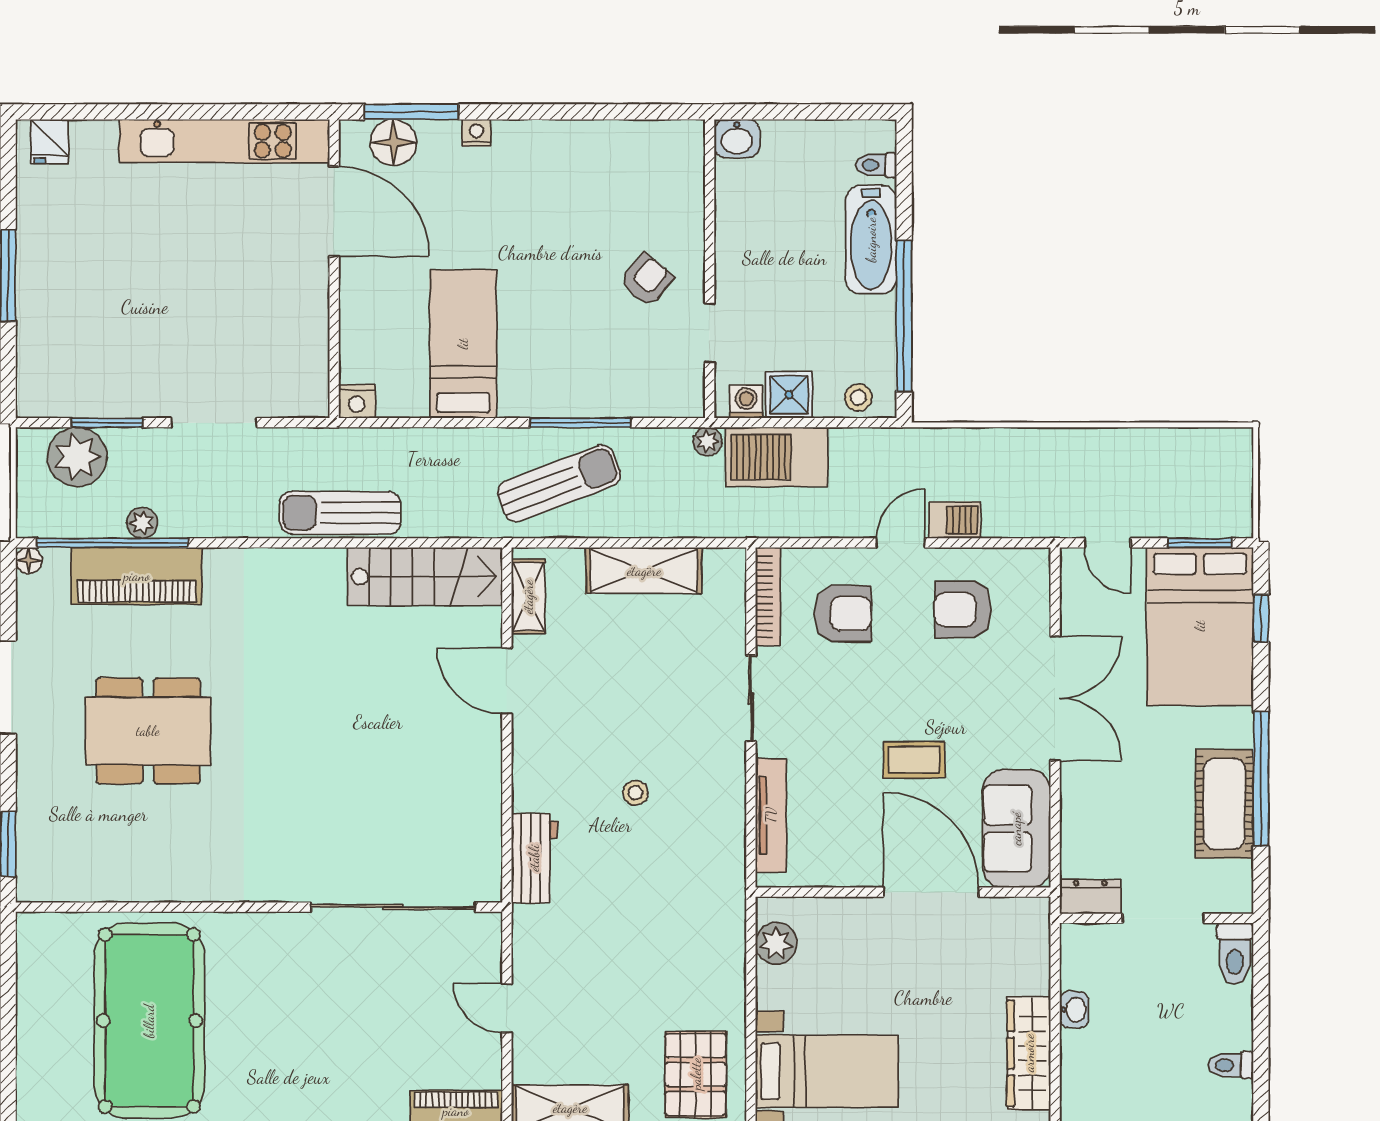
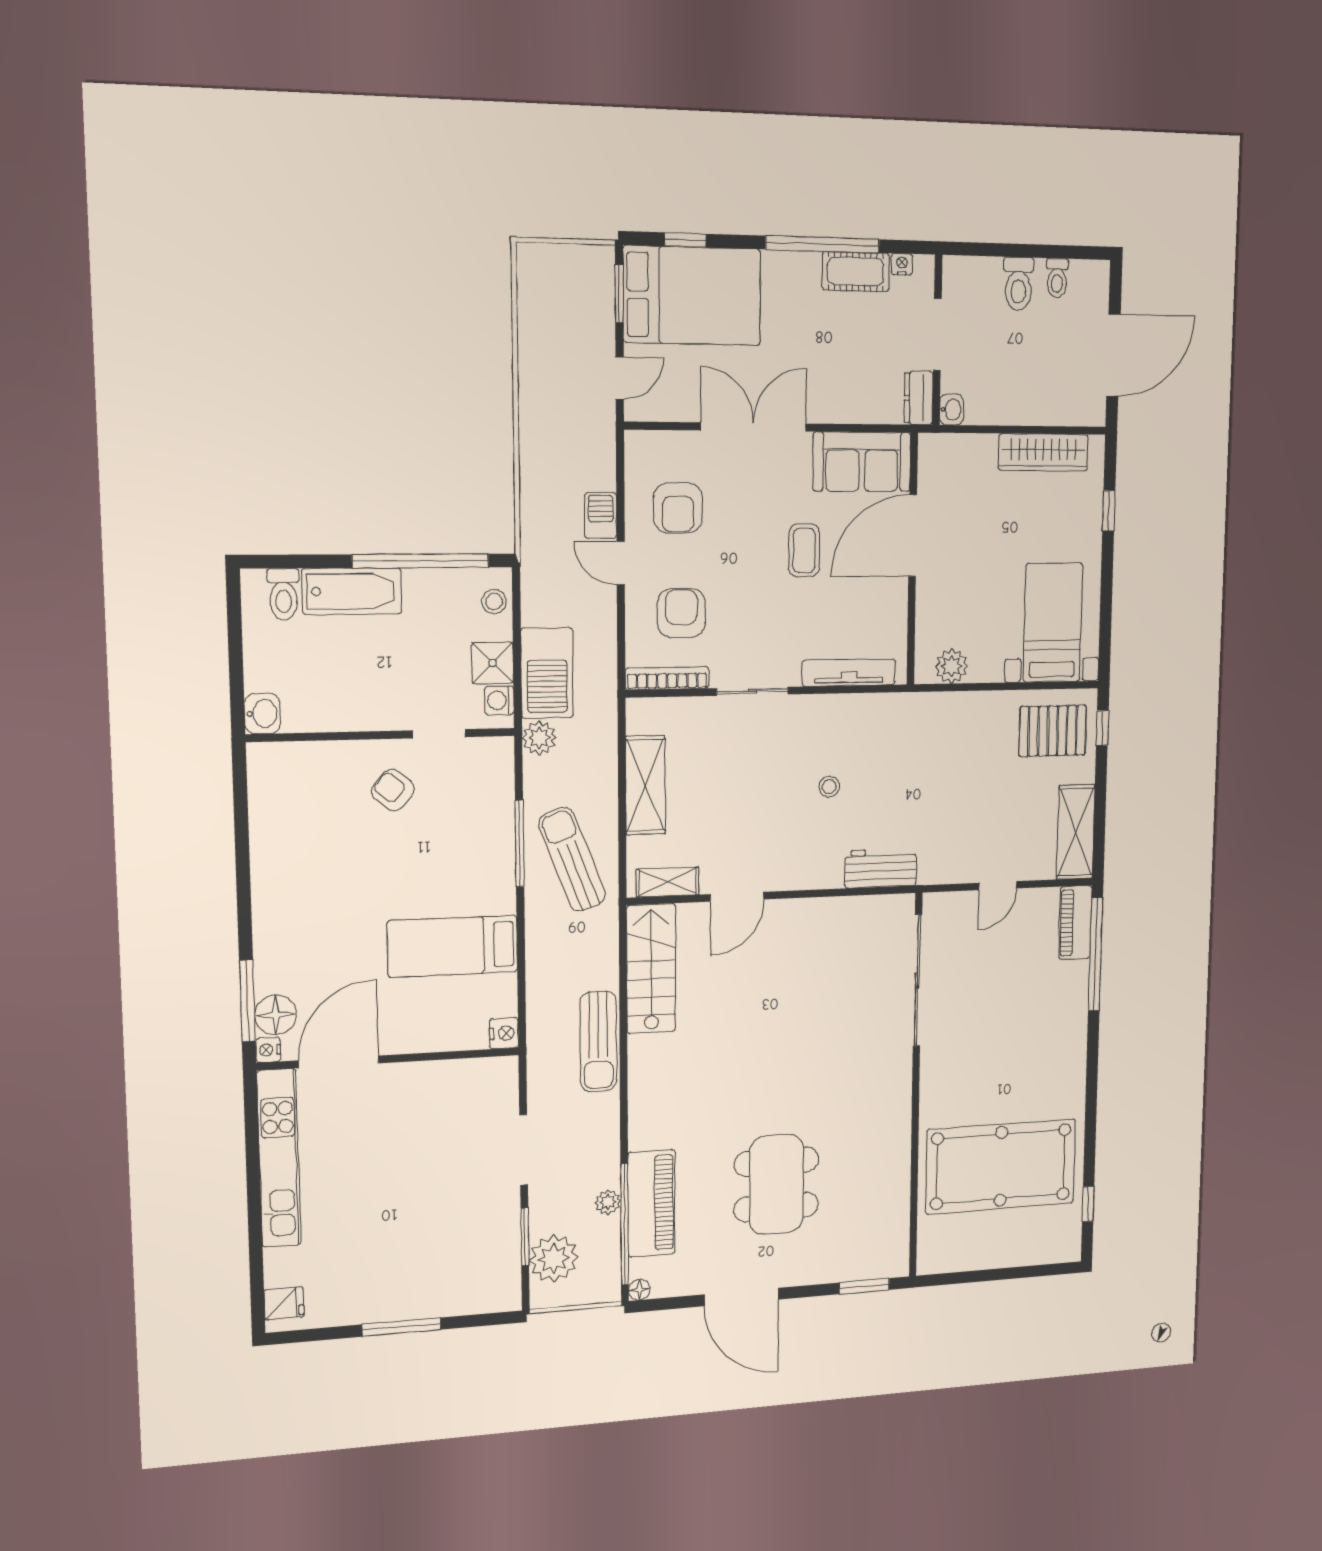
nightstand: (477, 133) -> (268, 1050), moved
toilet: (876, 165) -> (283, 594), width x1.37, depth x1.39
plant: (708, 442) -> (539, 738), width x1.38, depth x1.38
cot: (1224, 804) -> (856, 272), width x0.73, depth x0.75
nightstand: (1241, 874) -> (902, 264), added
toilet: (1235, 953) -> (1018, 284), moved, turned 90
washbasin: (1074, 1010) -> (951, 410), moved, turned 90

